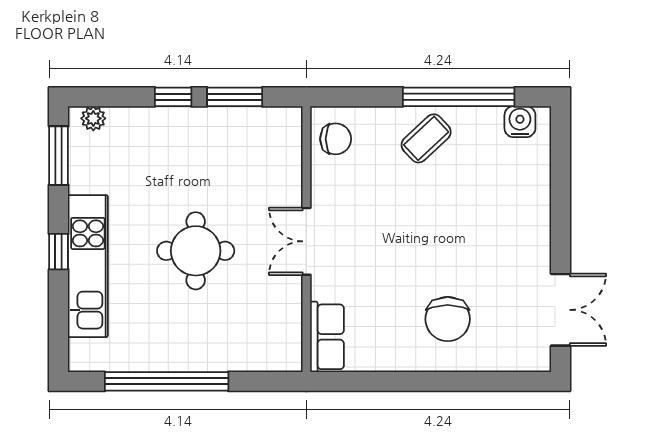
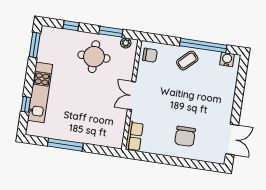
window: (173, 97) -> (71, 26), moved
plant: (93, 118) -> (126, 43), moved
round table: (196, 251) -> (94, 57), moved
window: (59, 252) -> (26, 104), moved
window: (167, 381) -> (65, 145), width x0.68

